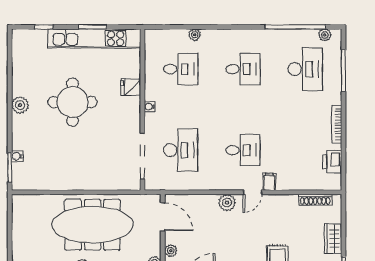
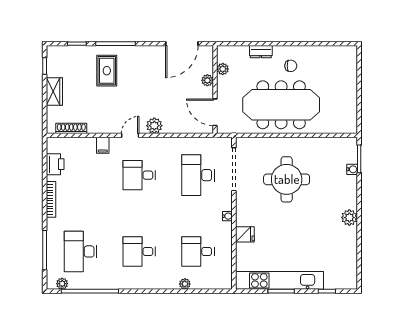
round table: (73, 102) -> (287, 179), moved
filing cabinet: (269, 182) -> (103, 145), moved

